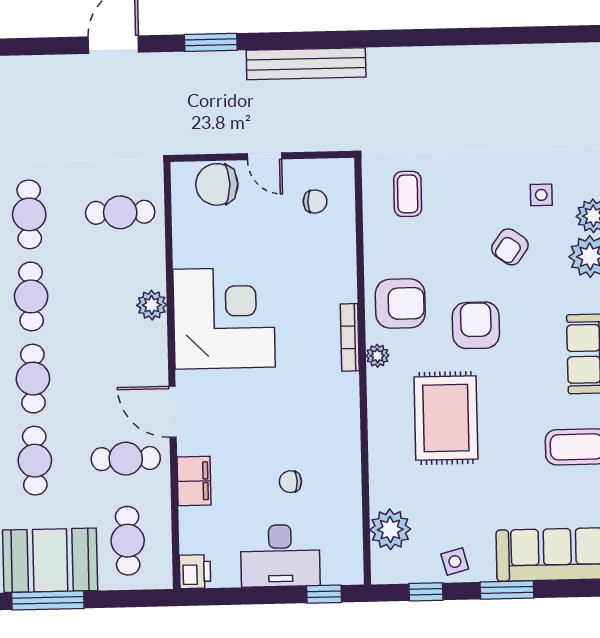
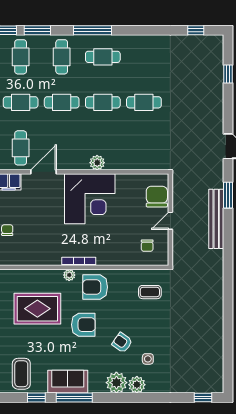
bench: (306, 64) -> (216, 219), moved
cafe table: (120, 212) -> (144, 148), removed
armchair: (400, 304) -> (95, 287), turned 90

